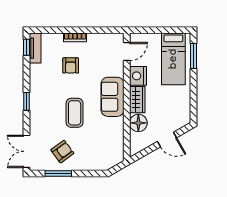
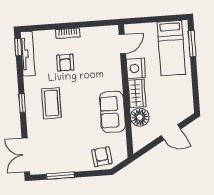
tv unit: (35, 48) -> (28, 54), width x1.41
sofa: (113, 97) -> (112, 112), moved
coffee table: (75, 113) -> (51, 103), moved
armchair: (62, 152) -> (102, 157), moved, turned -61

